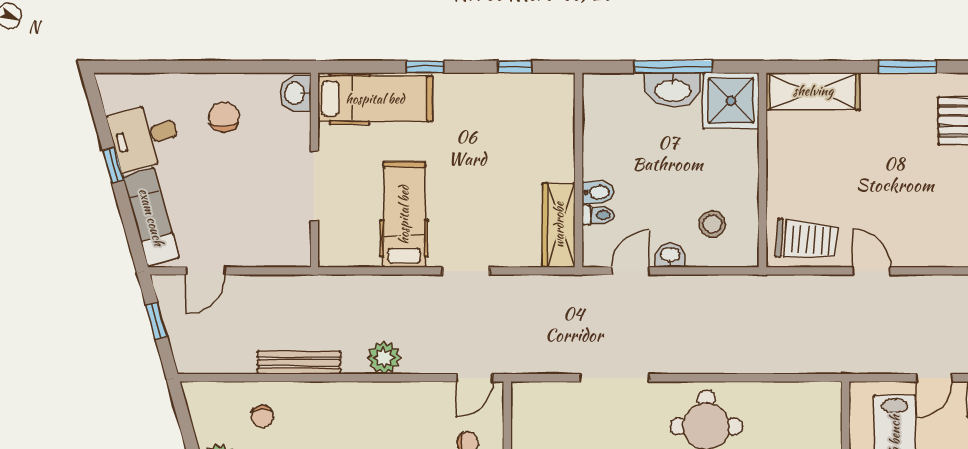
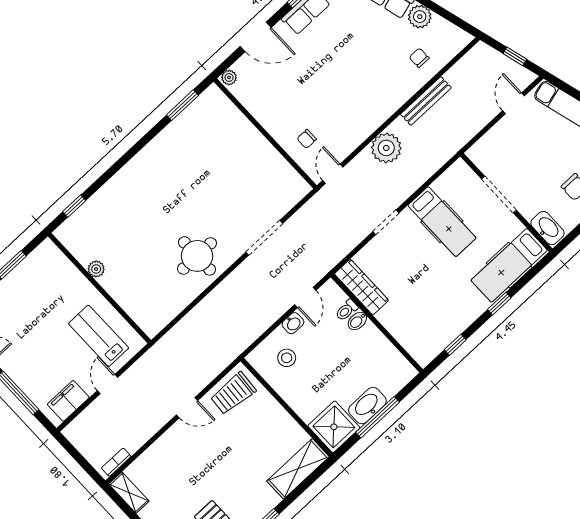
washbasin: (296, 93) -> (548, 228), width x1.38
plant: (384, 358) -> (386, 148), width x1.36, depth x1.36

